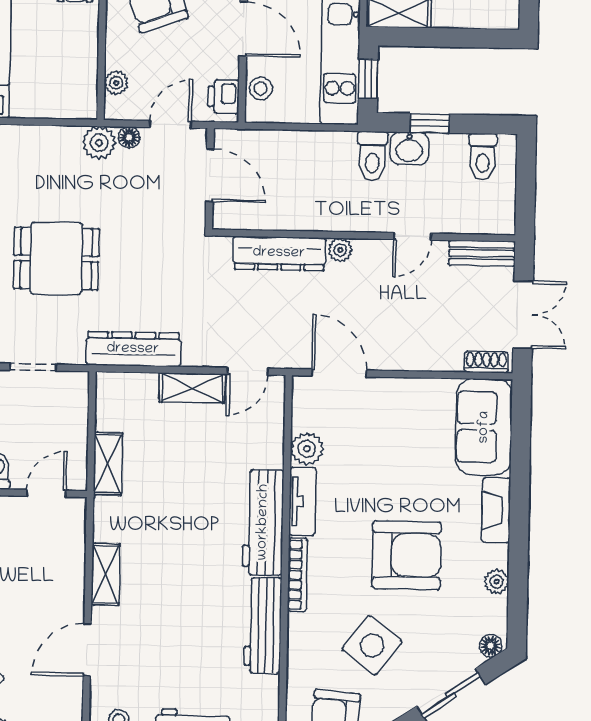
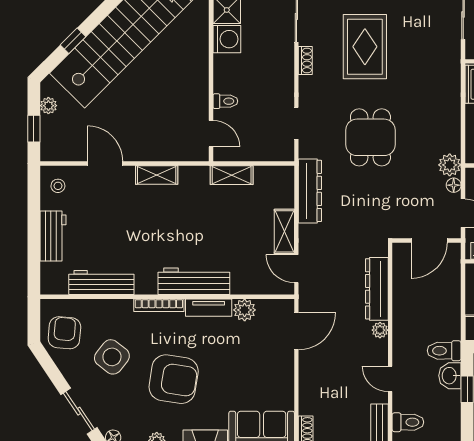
toilet: (483, 157) -> (408, 422), moved, turned 180
armchair: (407, 555) -> (174, 379), turned -81
workbench: (263, 625) -> (101, 282), moved

